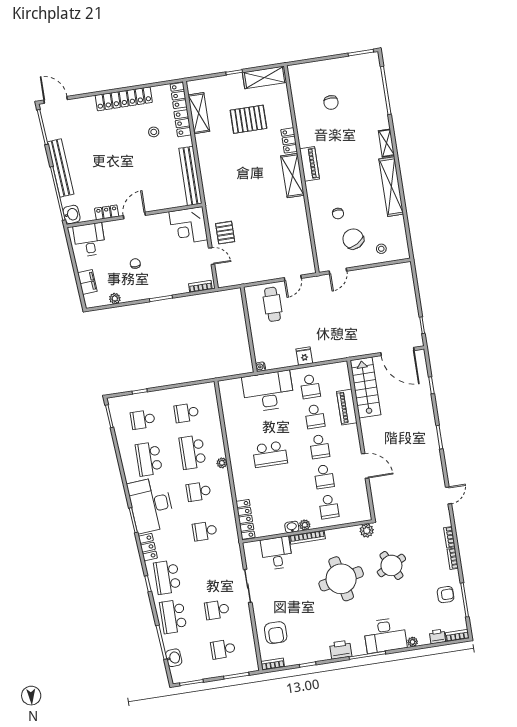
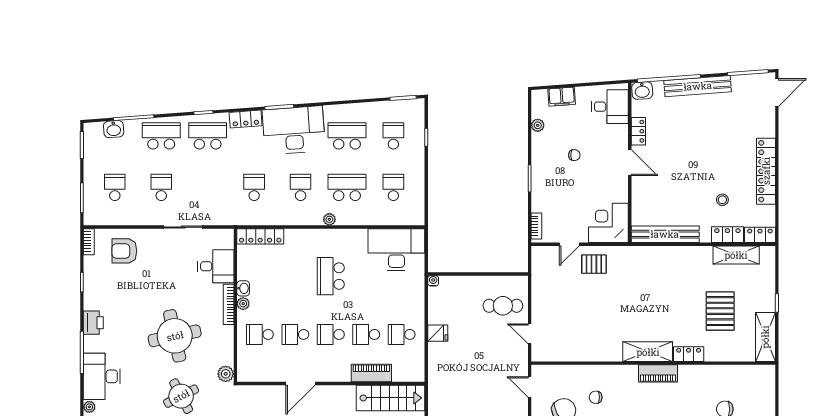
desk: (268, 391) -> (396, 250), moved, turned -90

